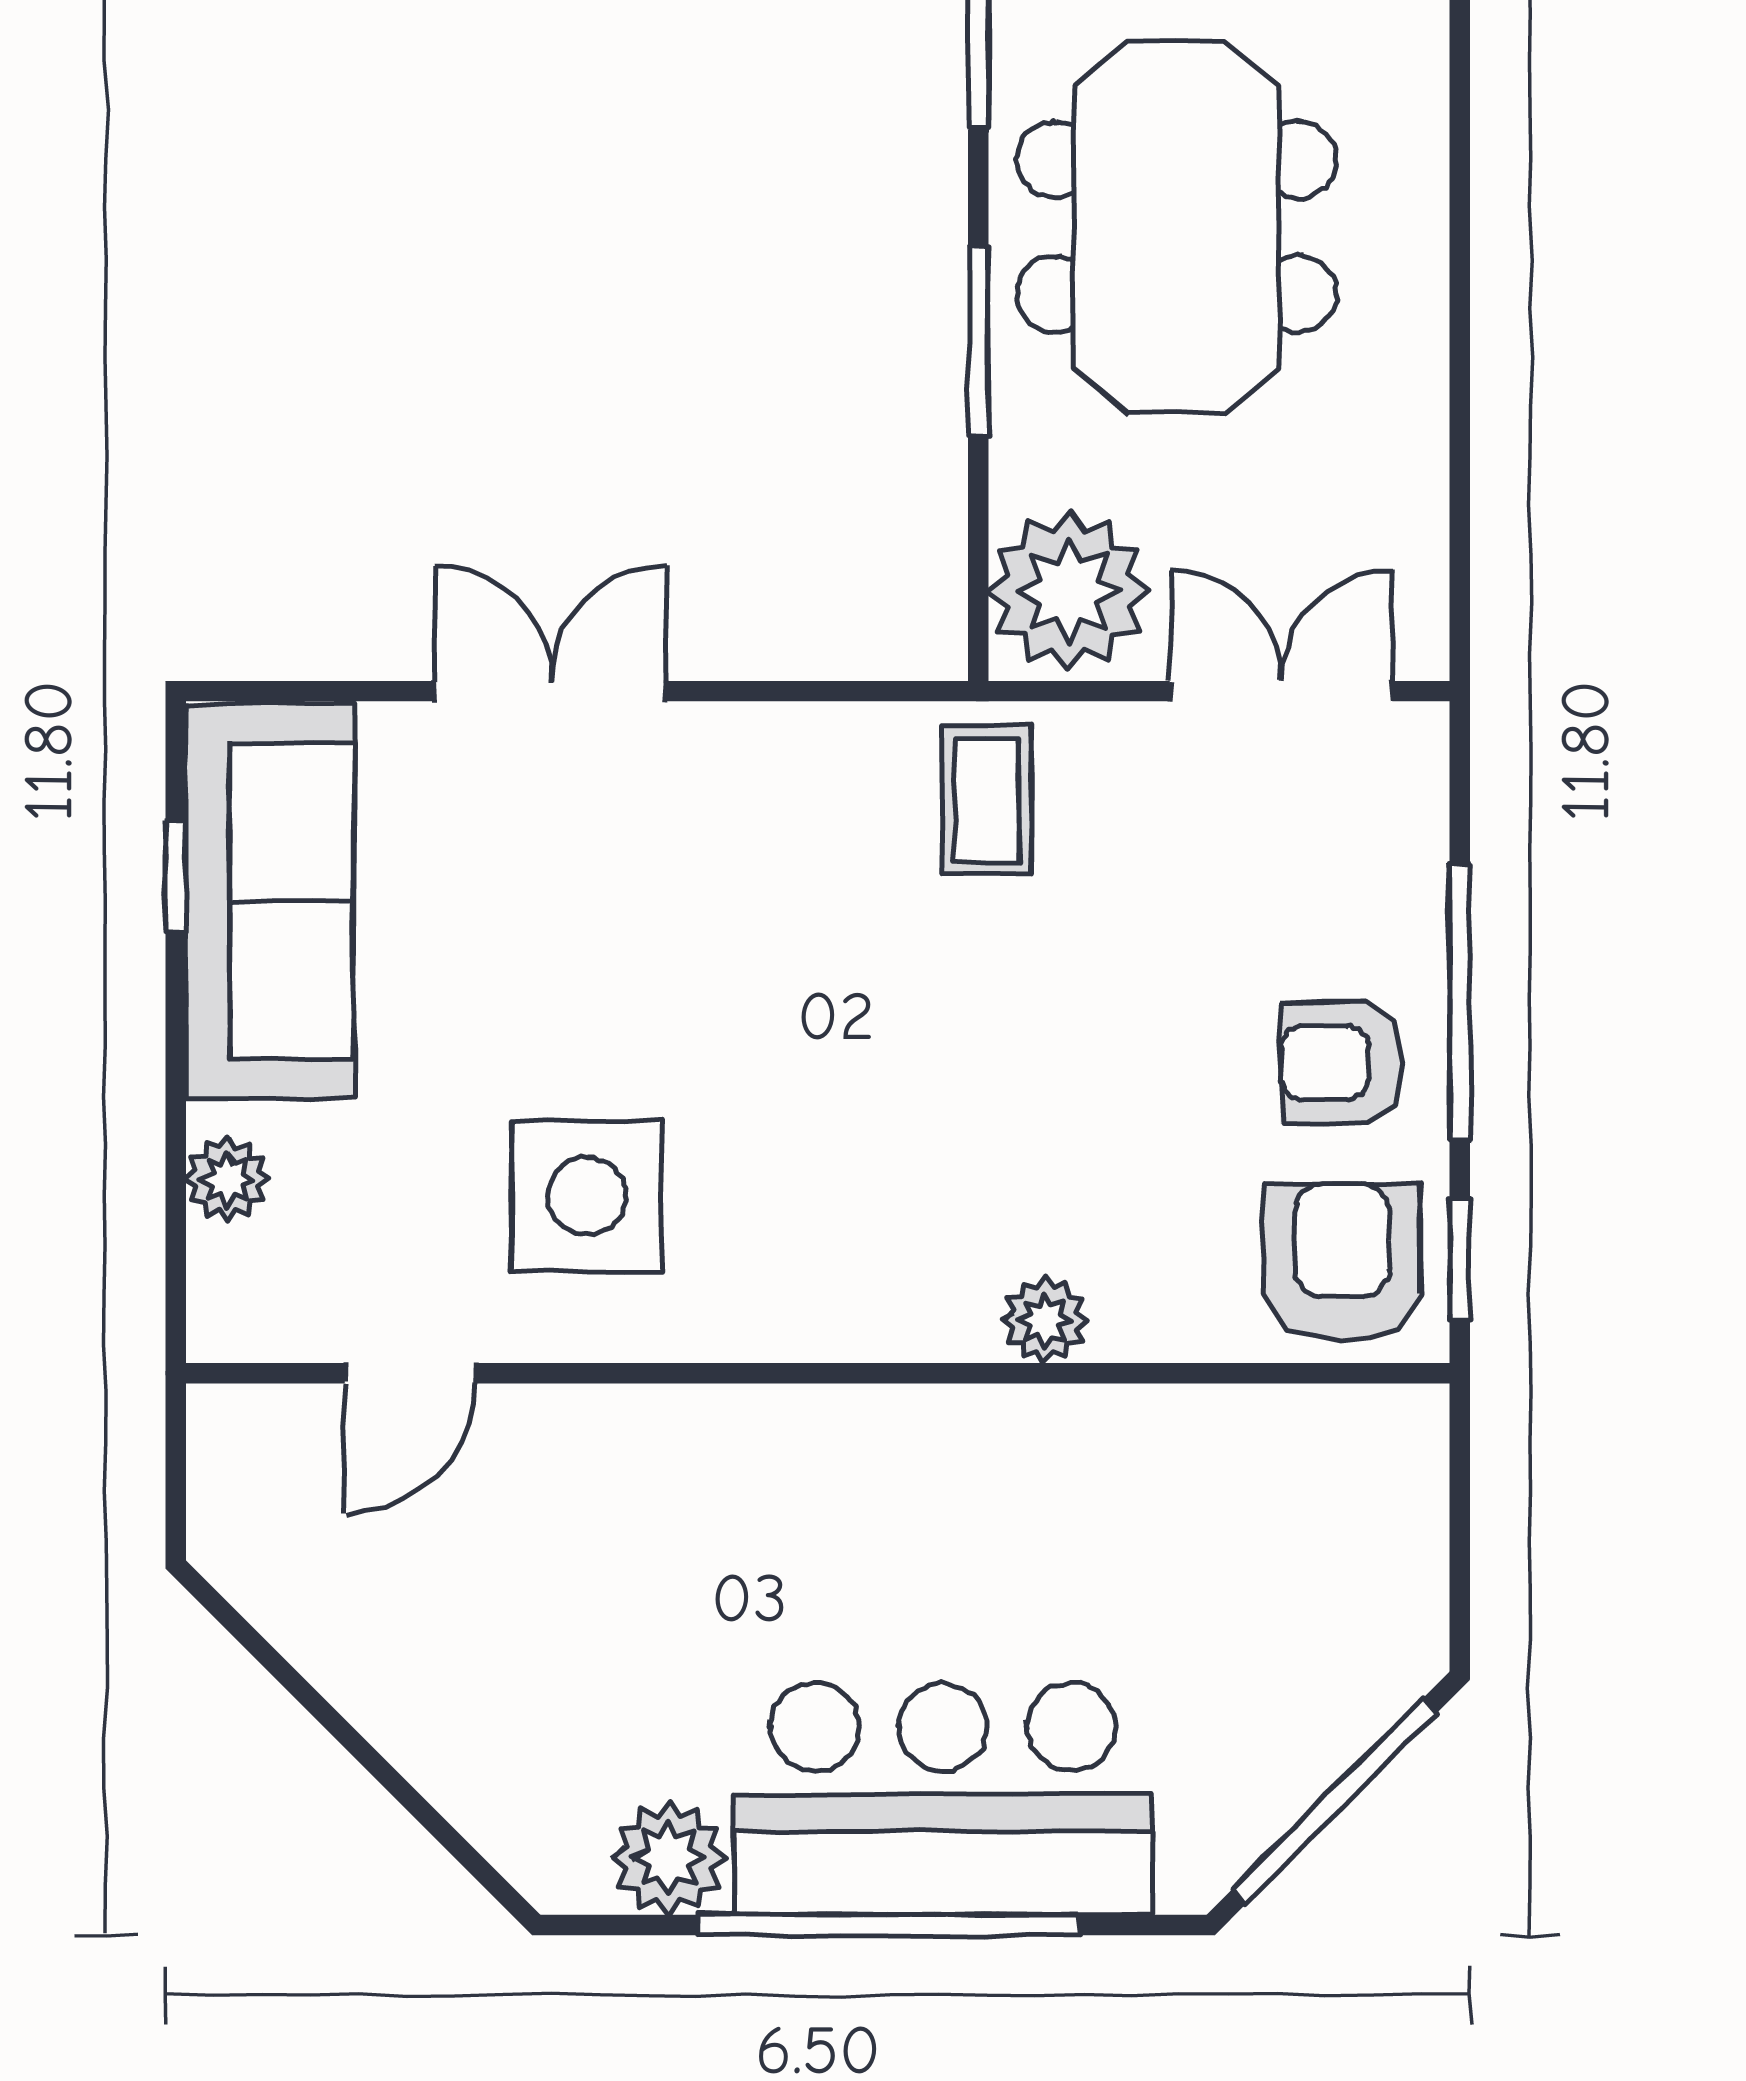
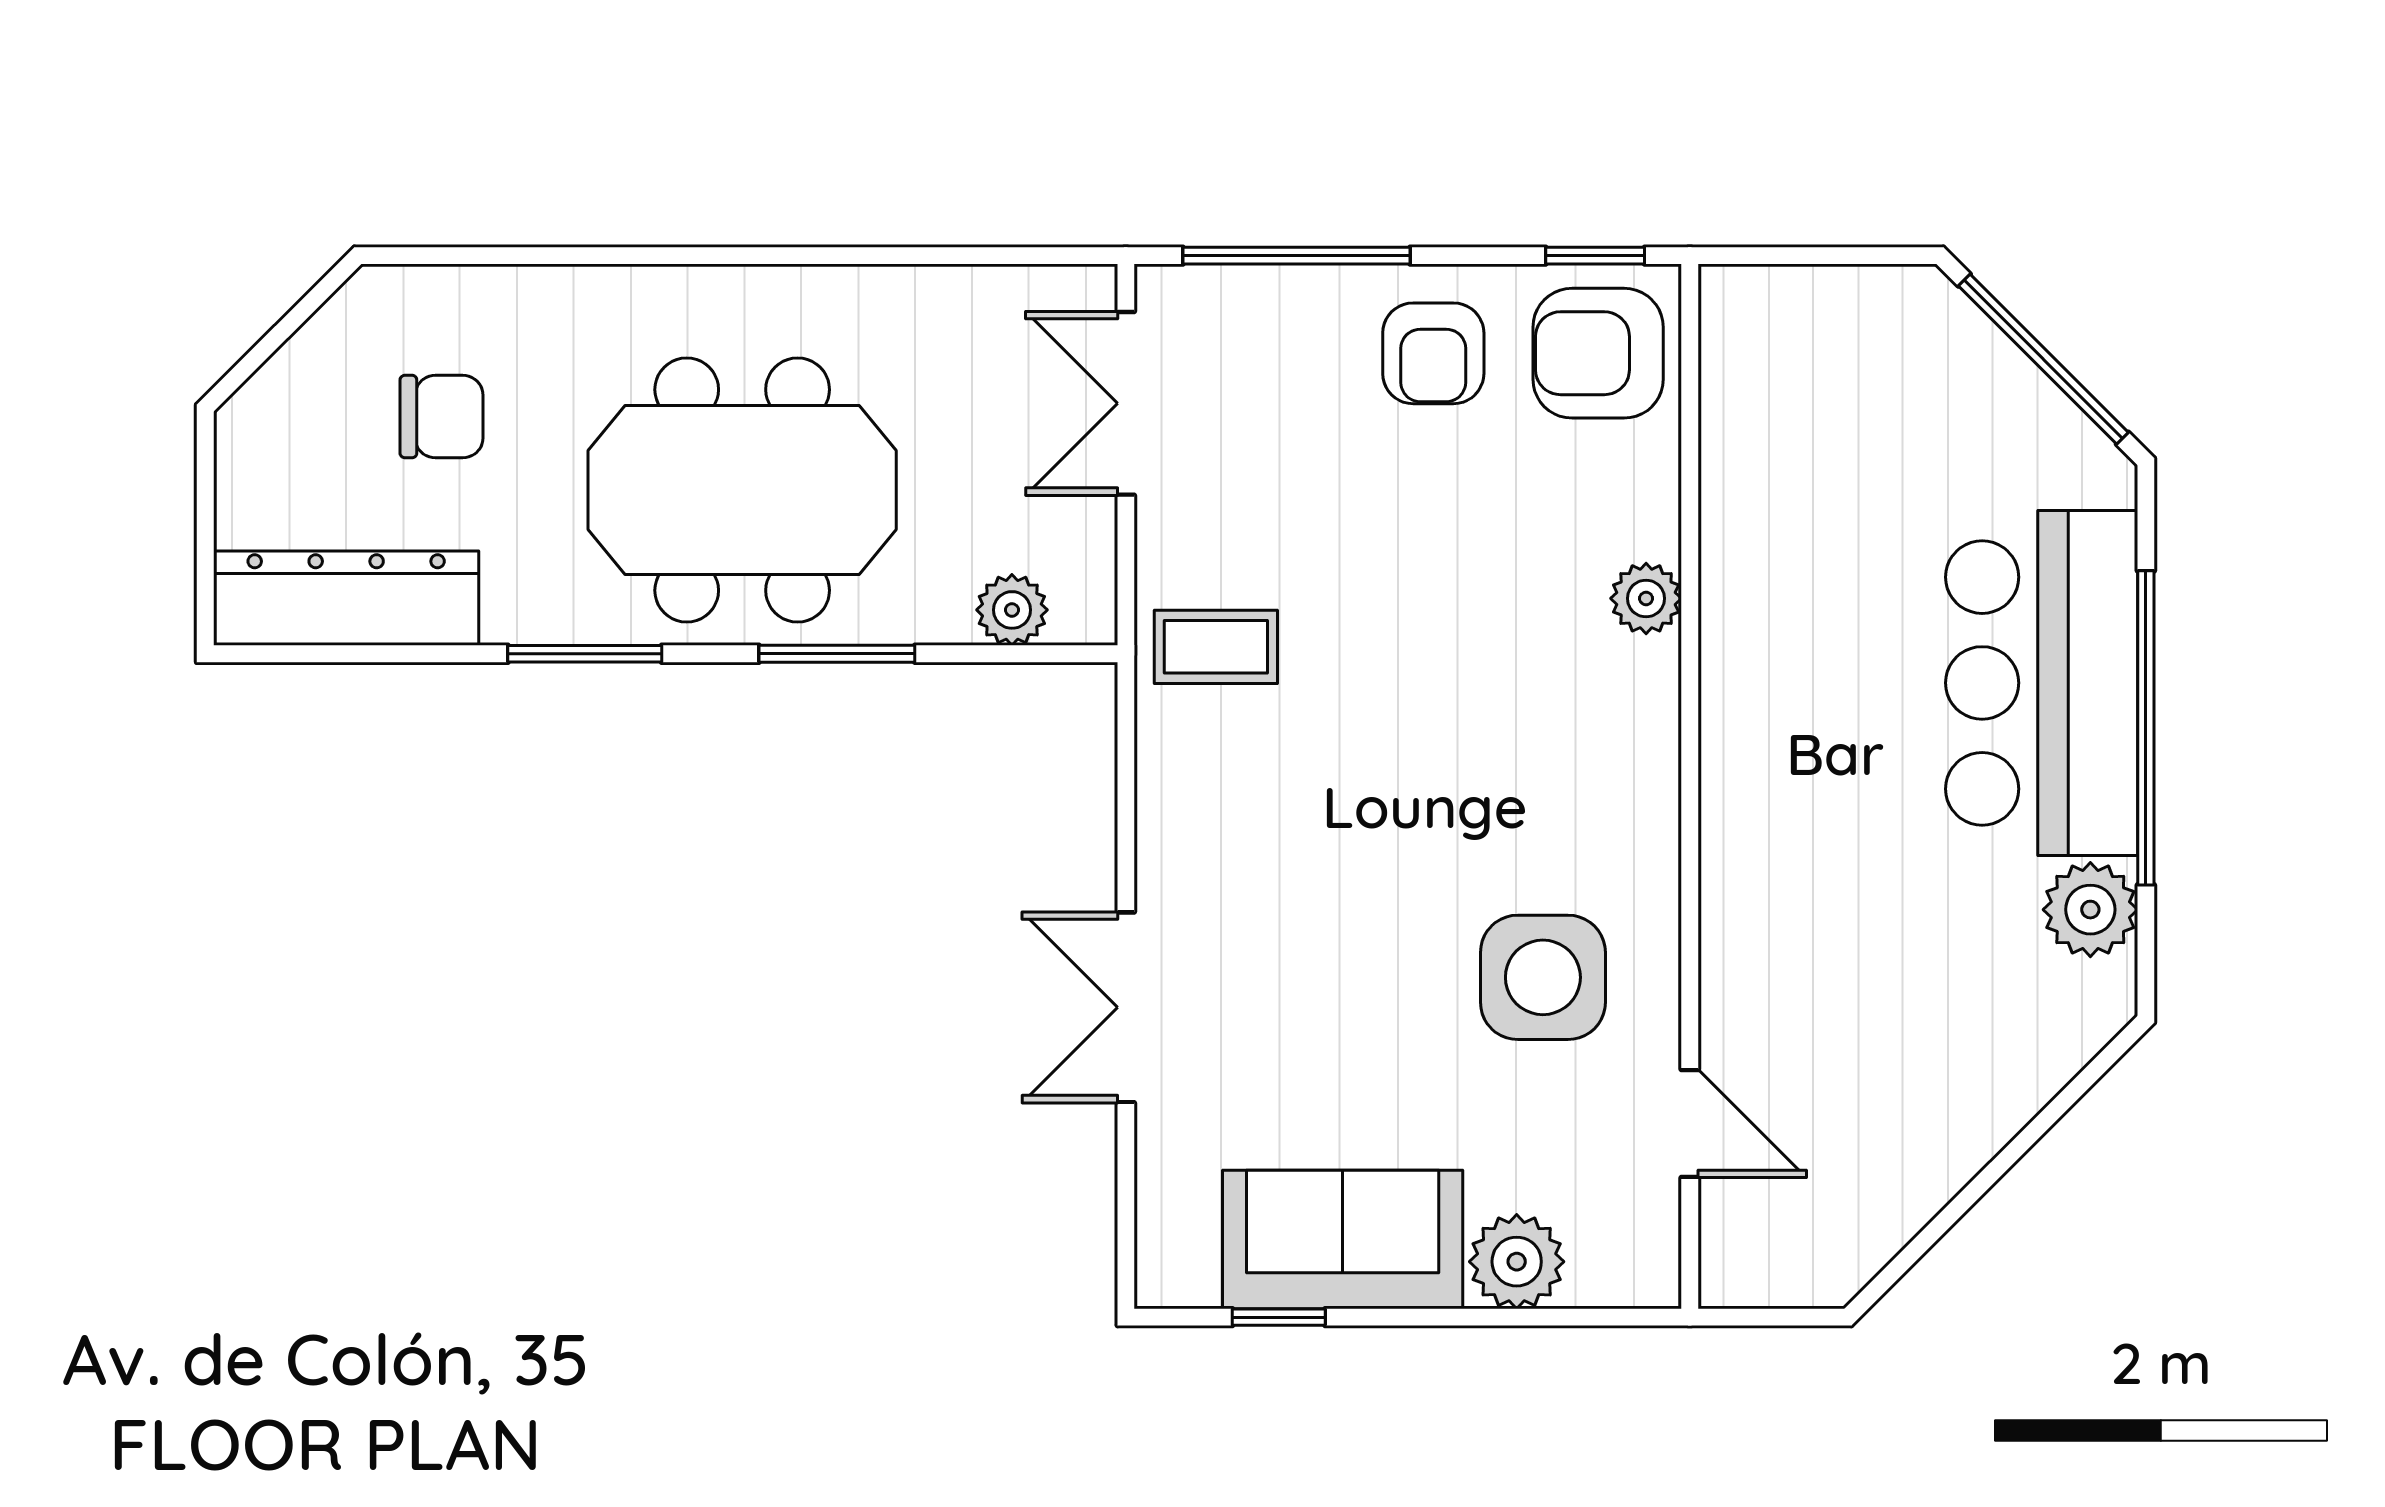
plant: (1069, 591) -> (1012, 610), width x0.53, depth x0.53
sofa: (270, 901) -> (1343, 1239), width x0.73
window: (1460, 1002) -> (1297, 256), moved
plant: (227, 1179) -> (1517, 1262), width x1.38, depth x1.38

